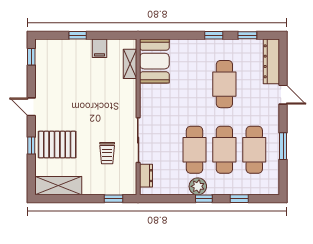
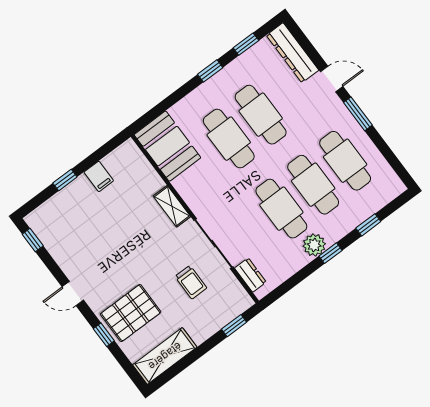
shelving: (130, 64) -> (172, 206), moved
cafe table: (194, 84) -> (229, 139), added
window: (283, 146) -> (358, 114), moved

